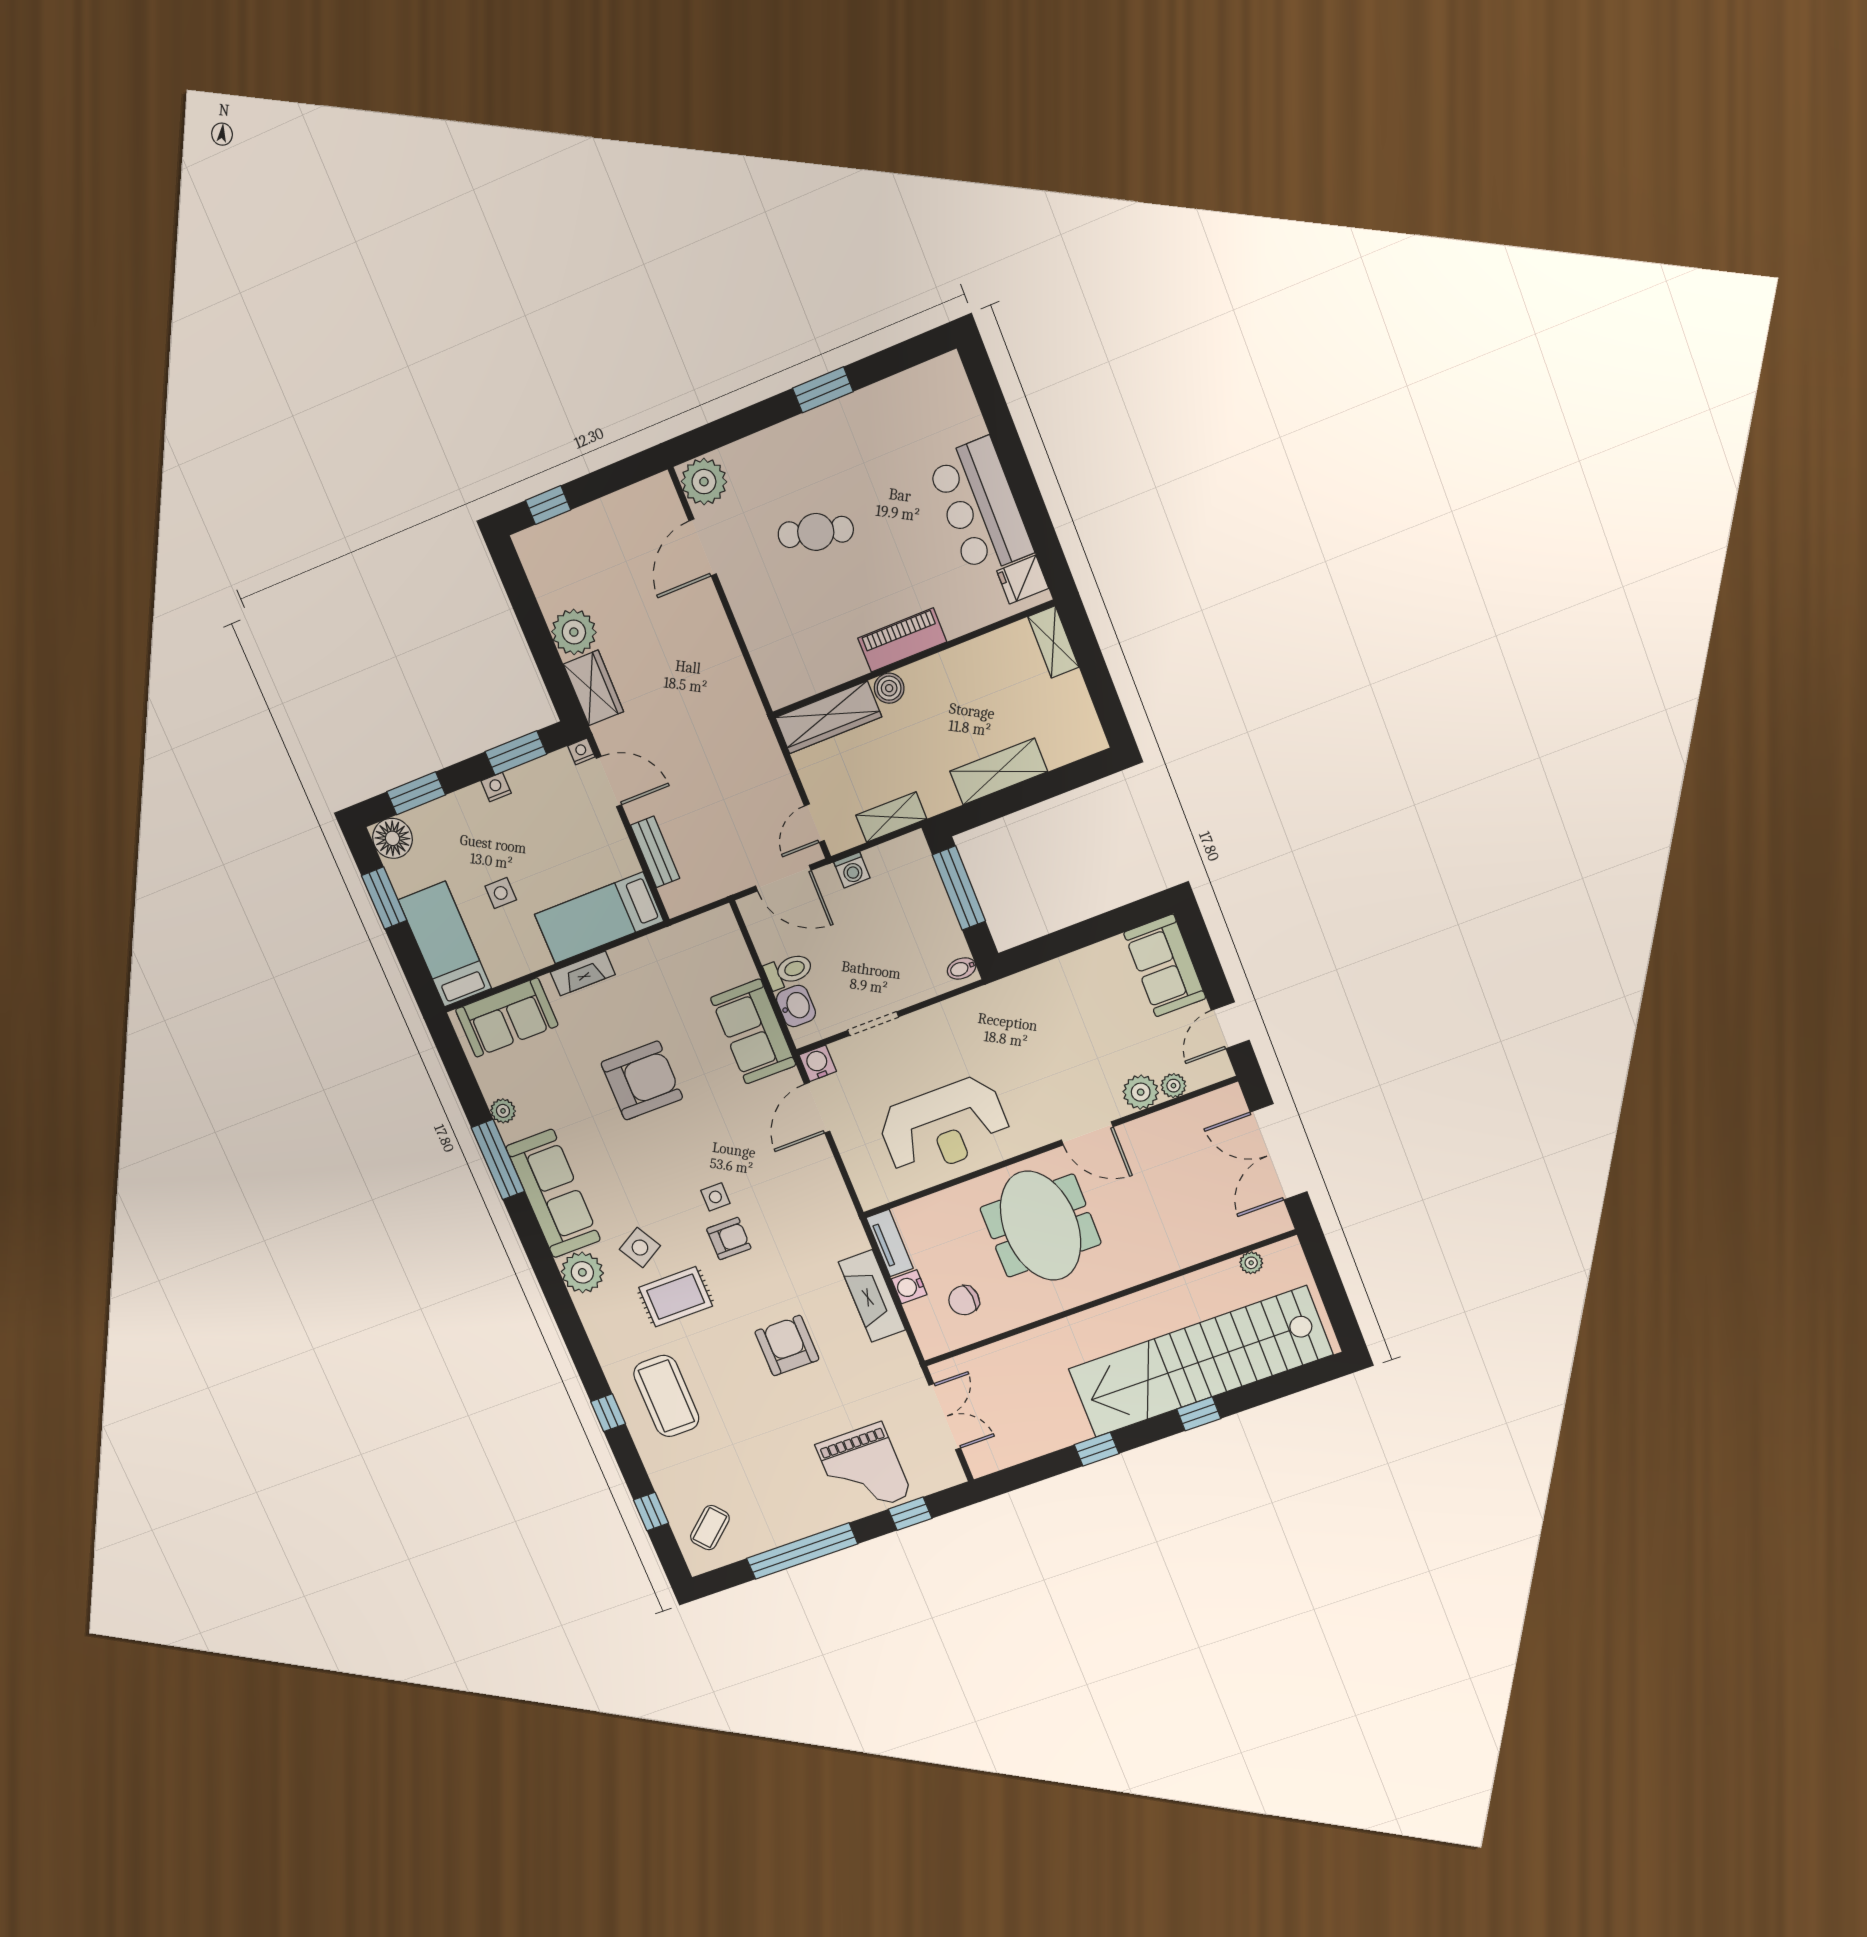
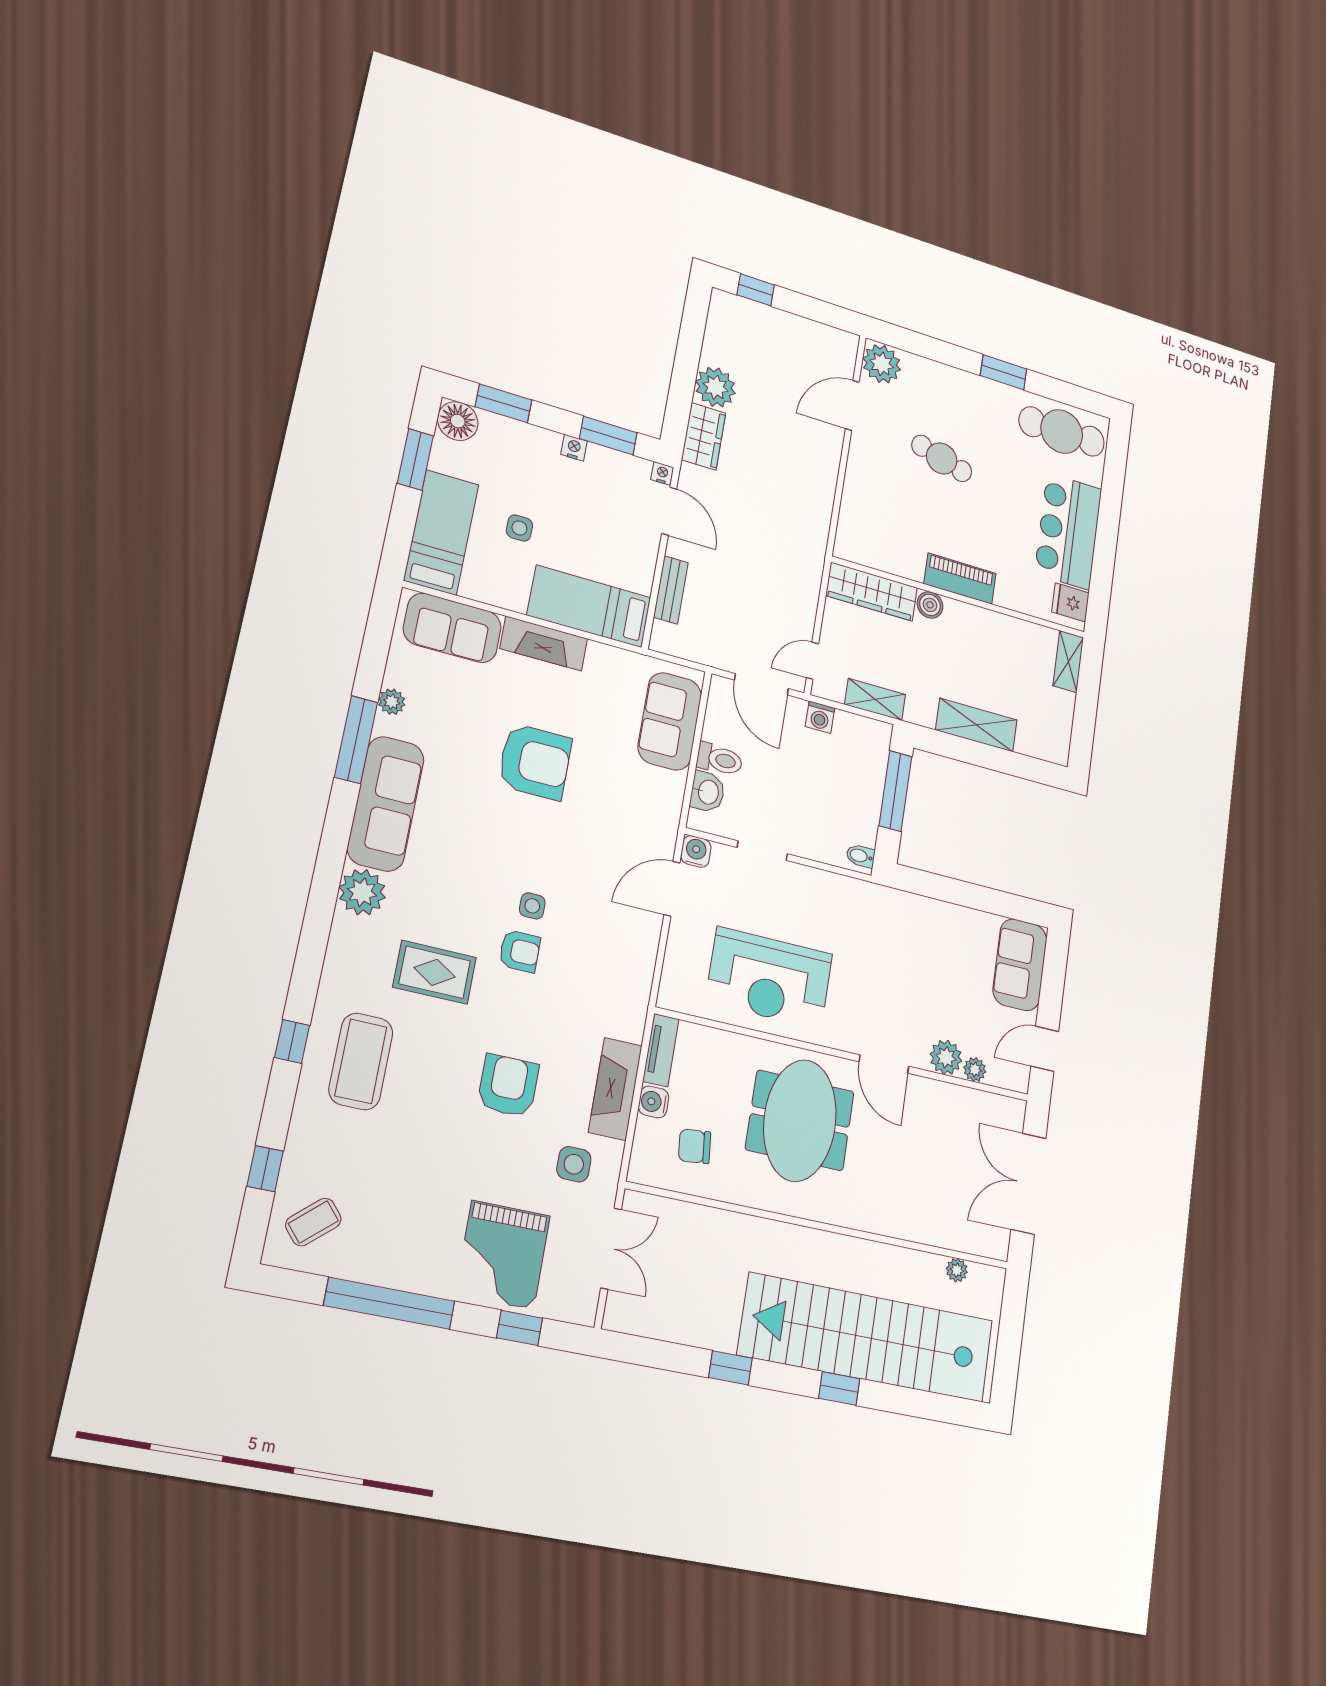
cafe table: (915, 405) -> (1062, 431), added
fireplace: (583, 973) -> (544, 644), width x1.37, depth x1.32
sofa: (753, 1031) -> (670, 721), moved
side table: (640, 1248) -> (574, 1164), moved, turned 30

